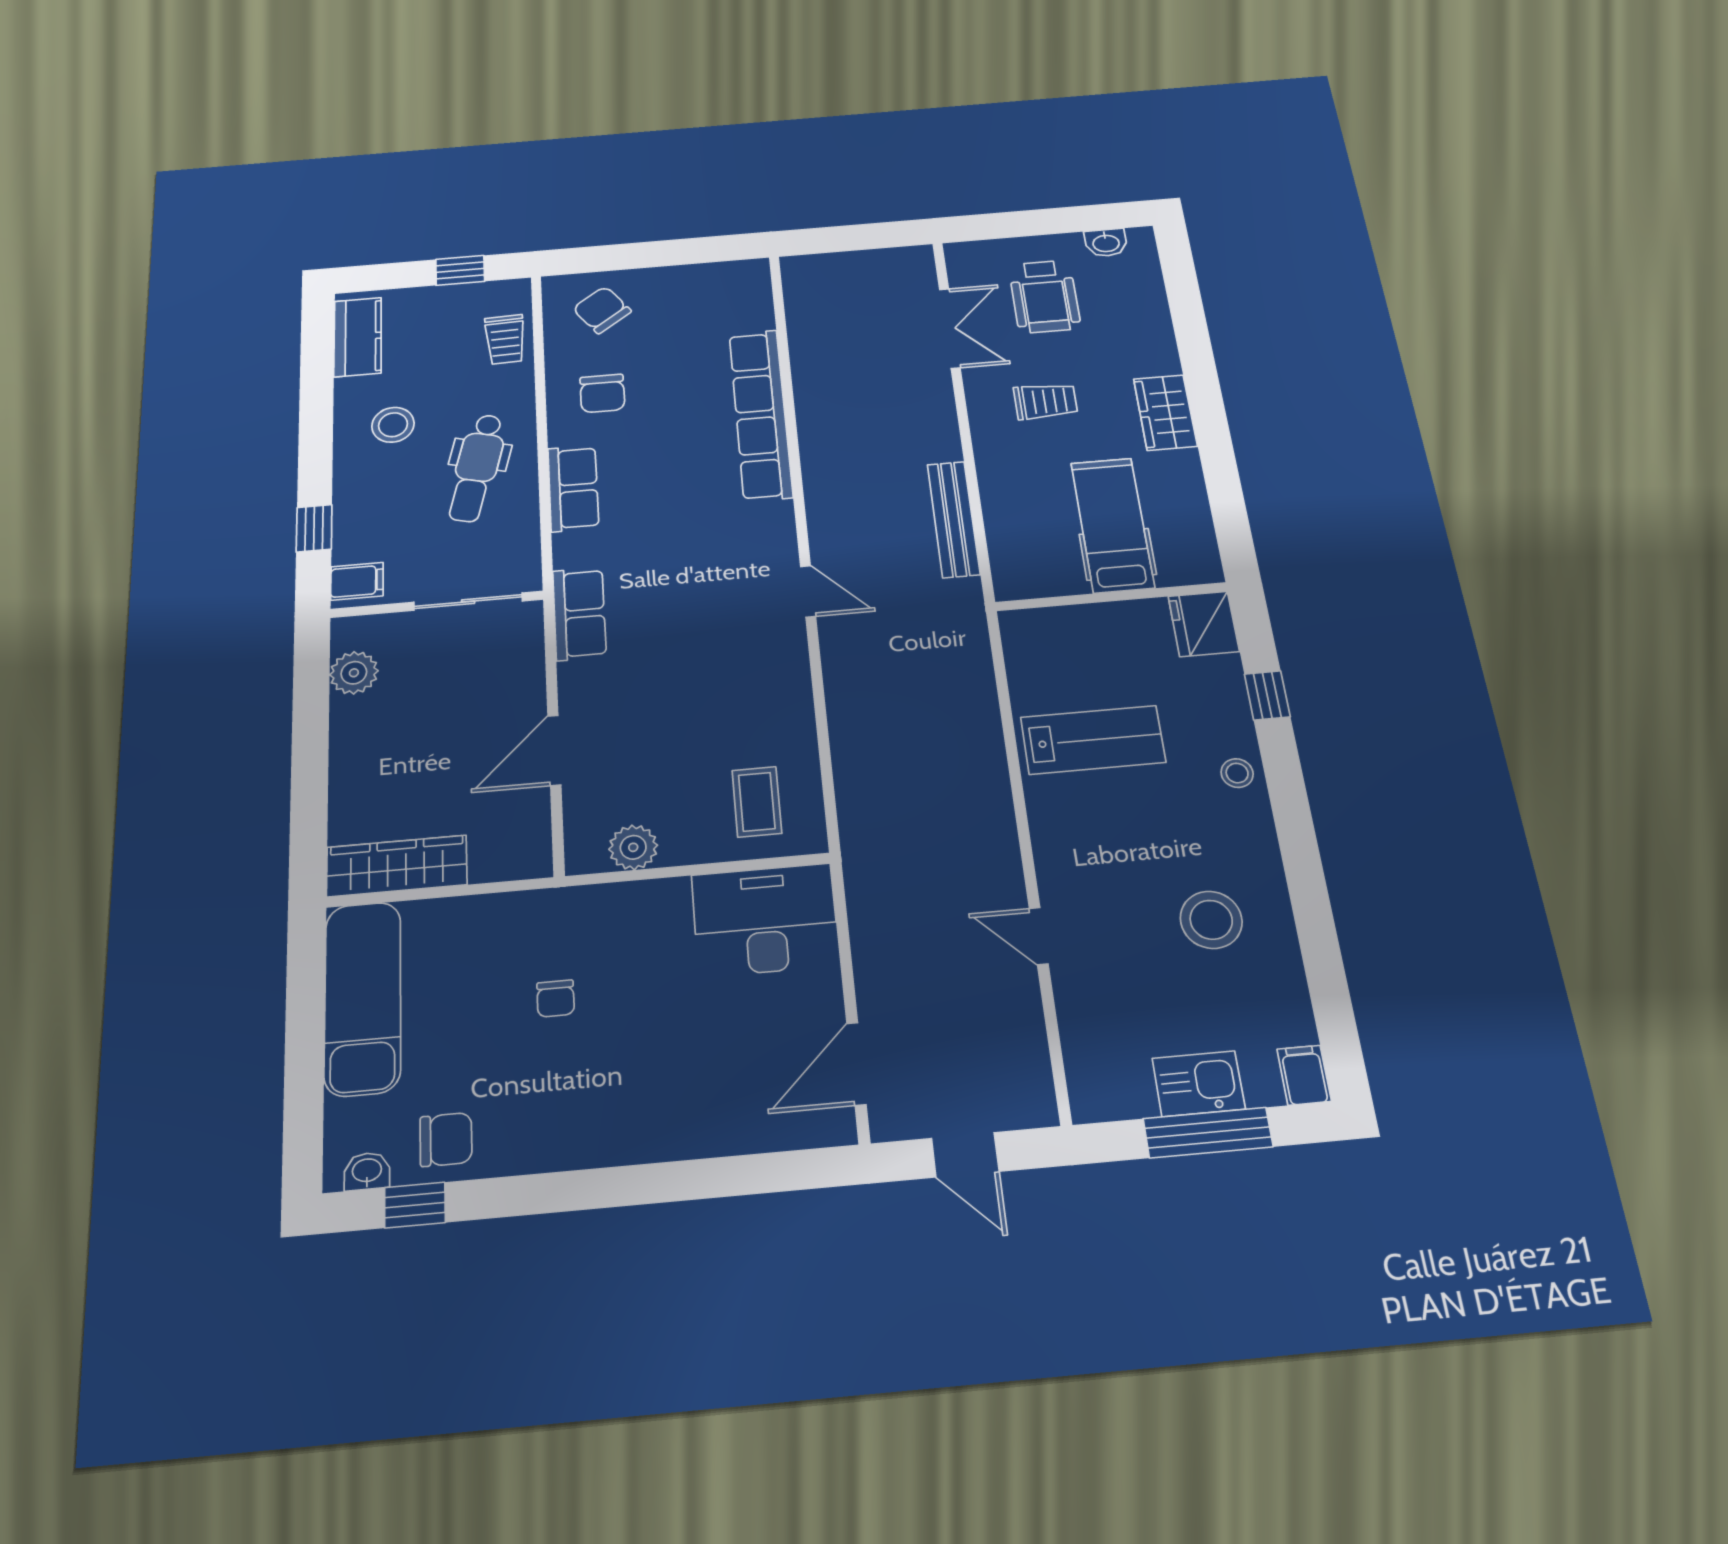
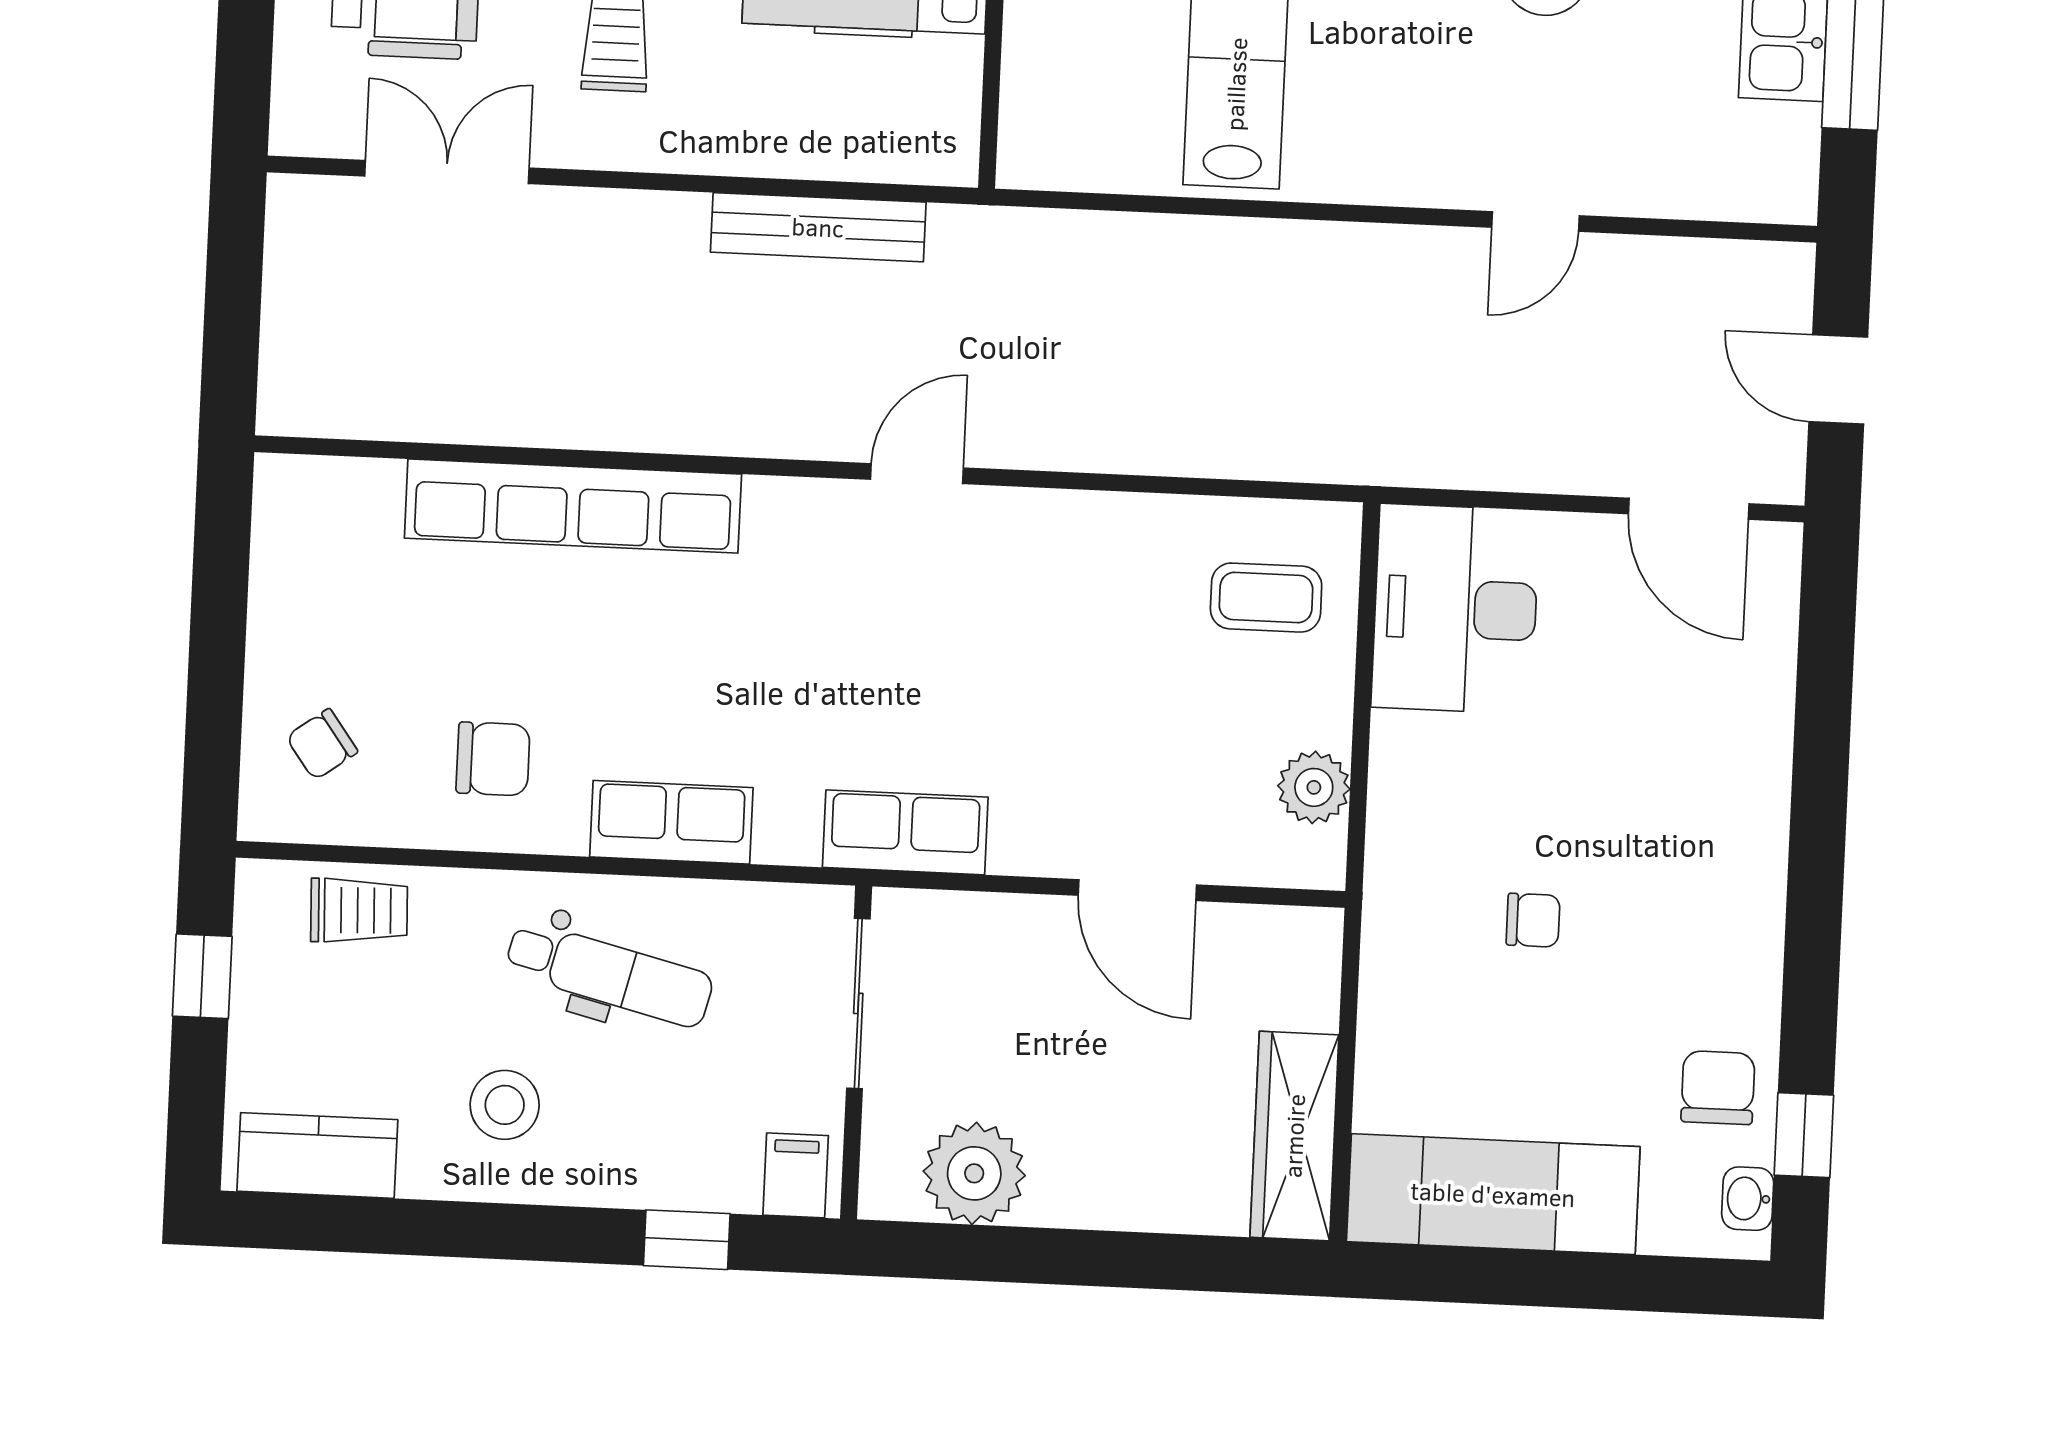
chair: (602, 310) -> (322, 744), width x0.73, depth x0.73
plant: (354, 673) -> (974, 1173), width x1.36, depth x1.36
door: (965, 1155) -> (1838, 379), swing flipped

